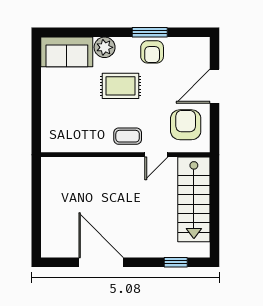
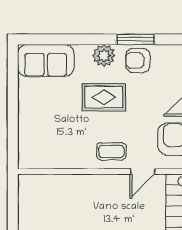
plant: (105, 47) -> (104, 56), moved
armchair: (152, 52) -> (138, 60), turned 90

